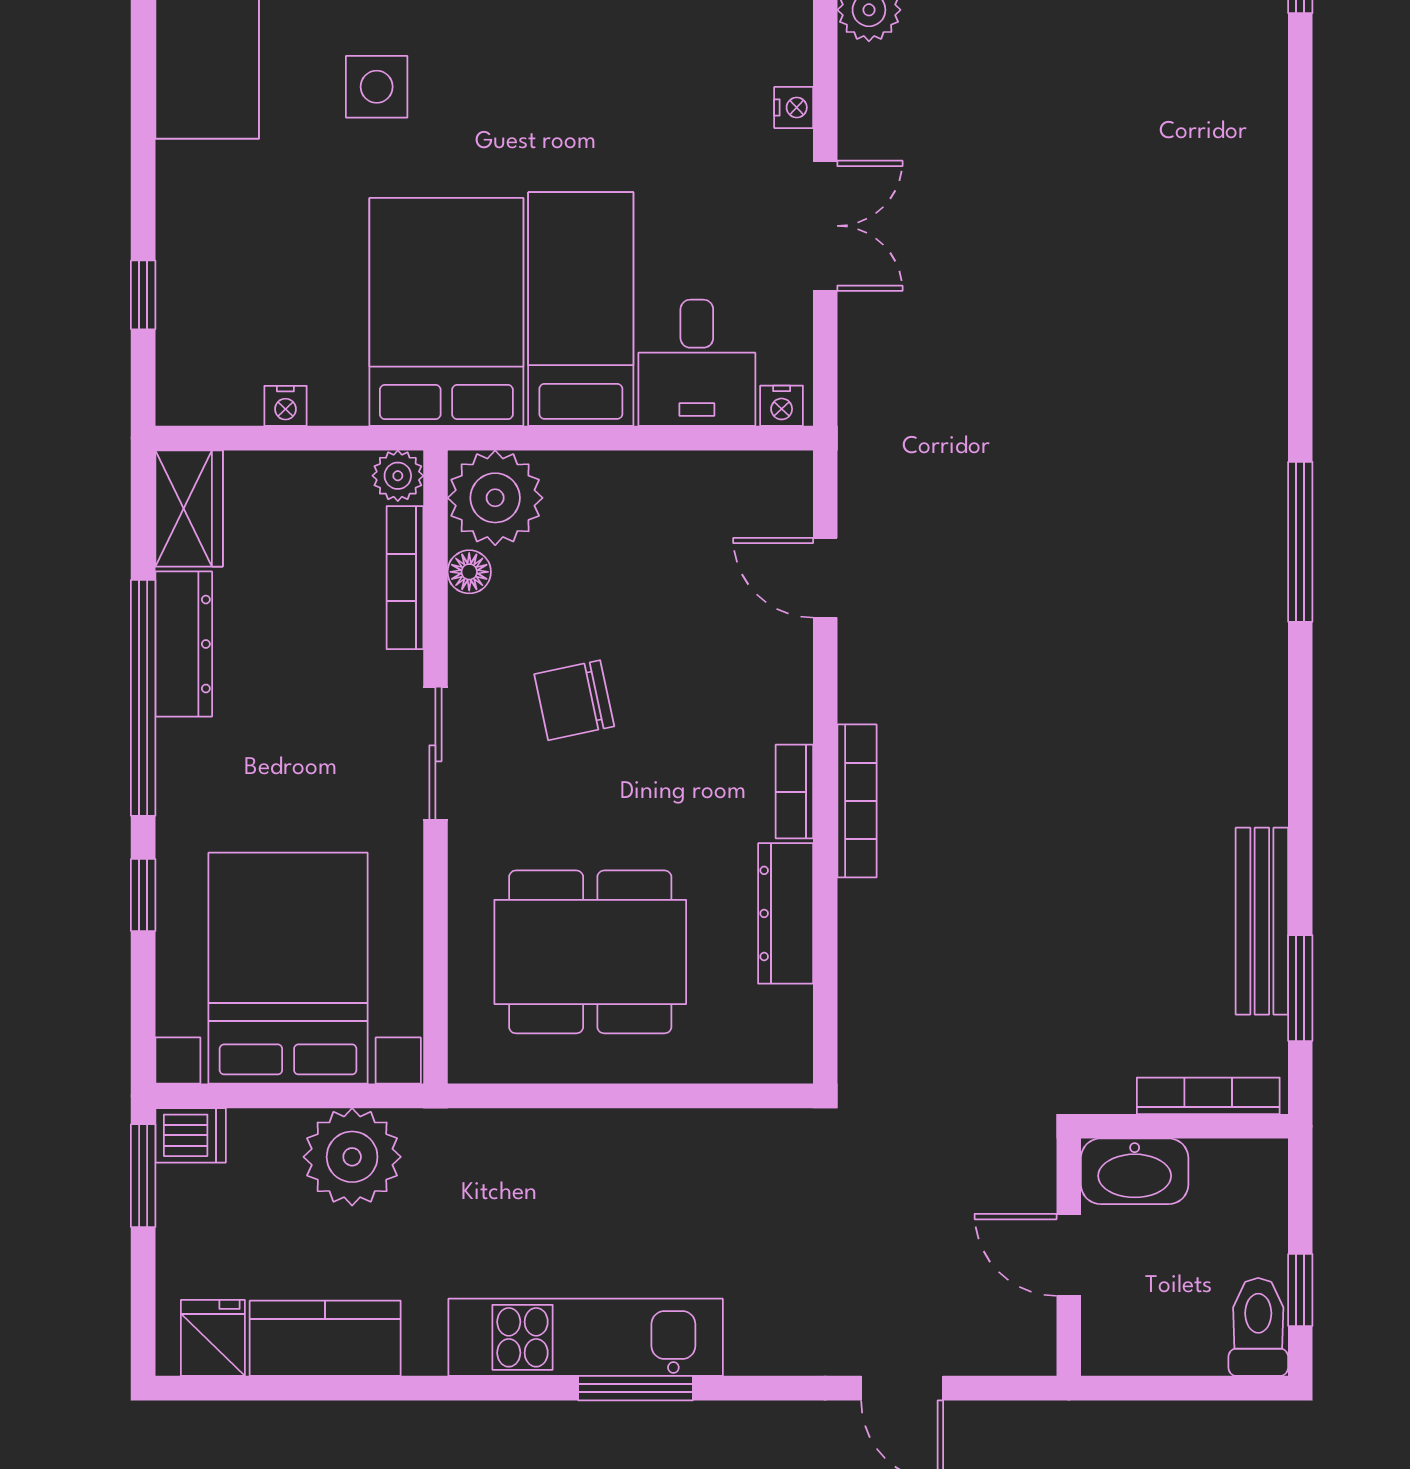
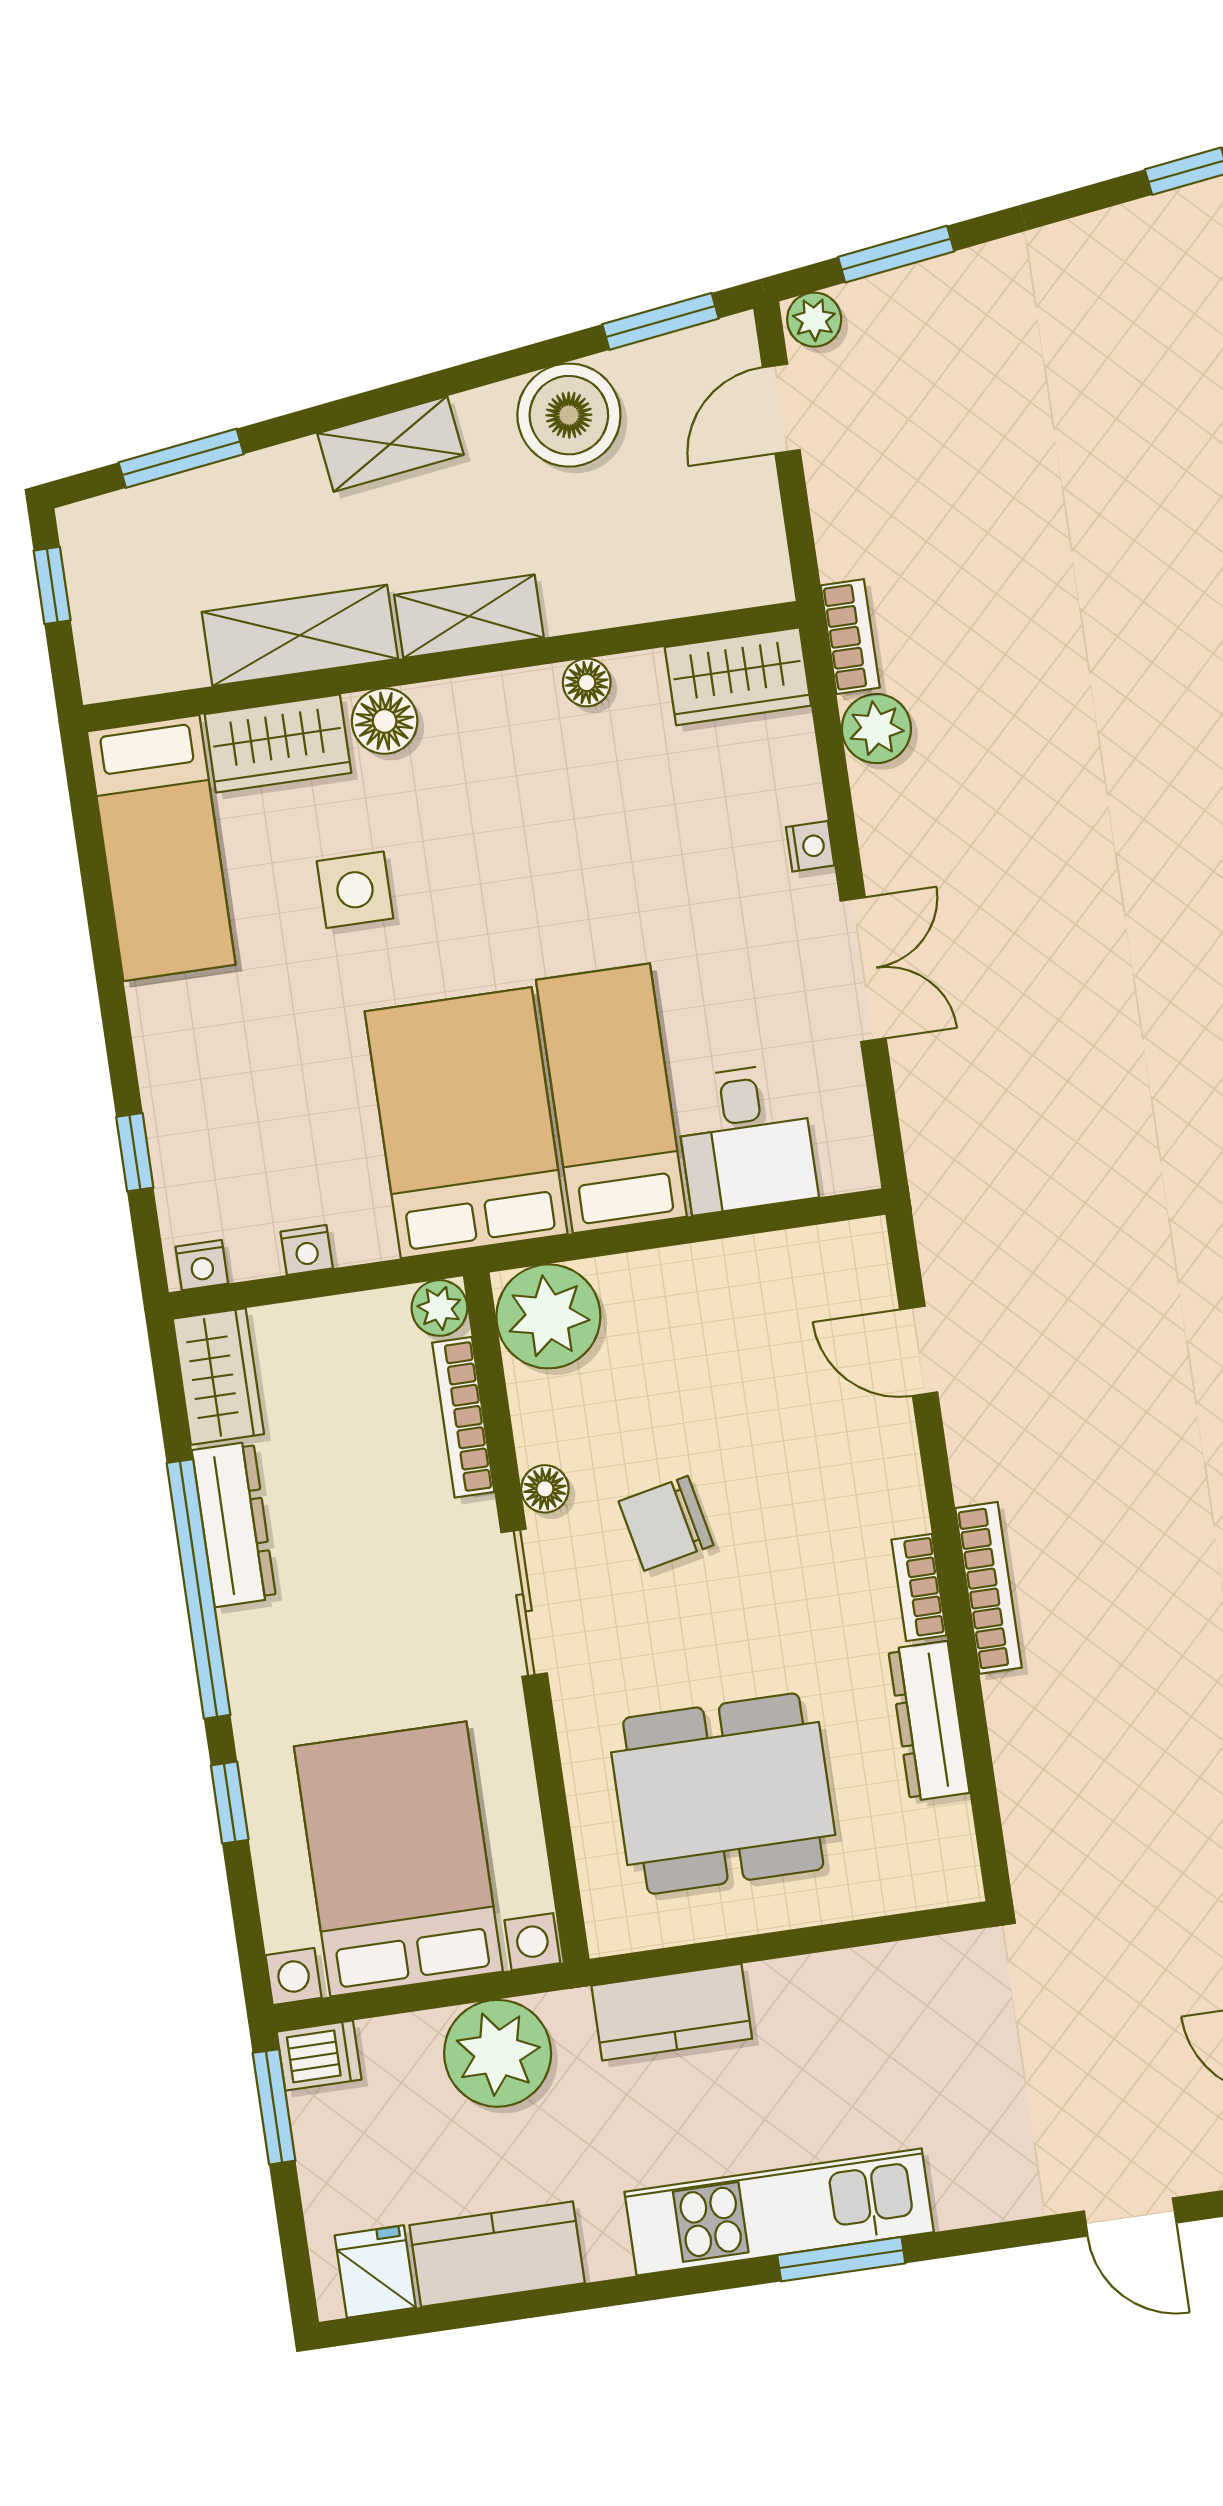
nightstand: (782, 406) -> (202, 1265), moved
floor lamp: (469, 572) -> (545, 1489), moved
kitchen counter: (515, 1143) -> (672, 2012), added

